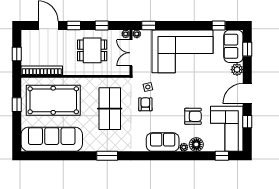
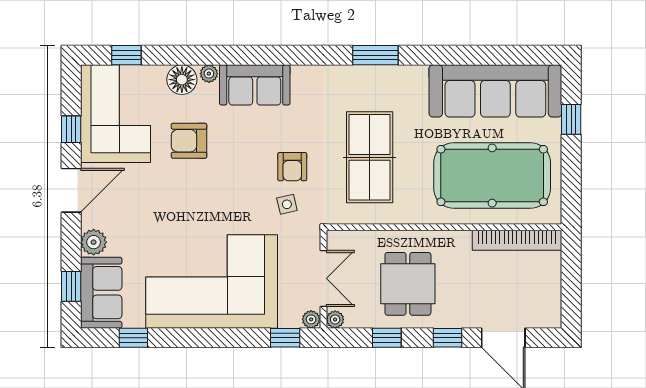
dining table: (92, 50) -> (408, 284), turned 90
window: (17, 54) -> (571, 276), removed
window: (17, 105) -> (571, 119), moved

